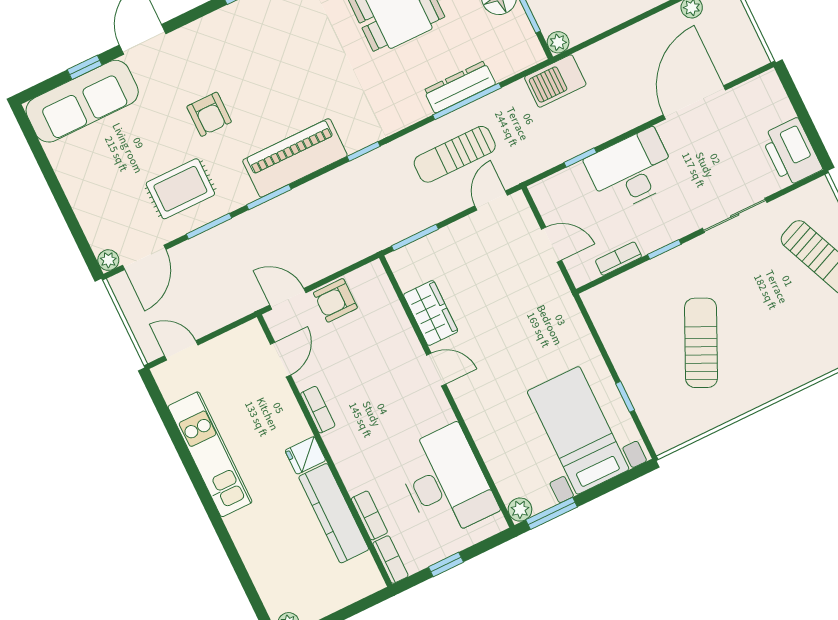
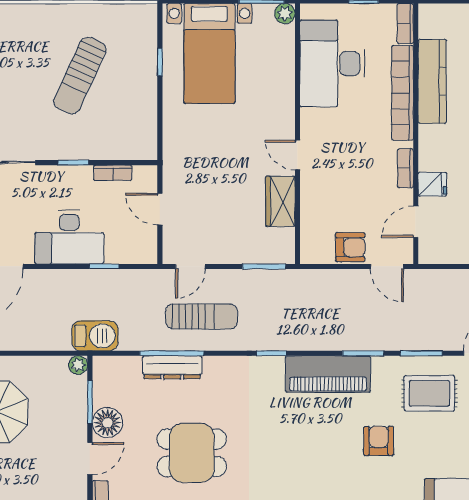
fridge: (305, 455) -> (432, 184), moved
bookcase: (369, 515) -> (402, 93), width x2.31, depth x1.31

